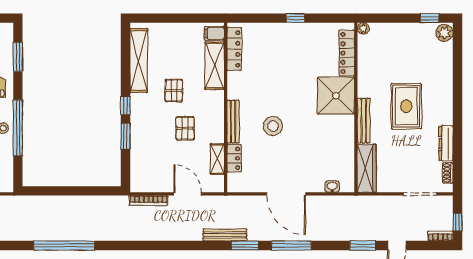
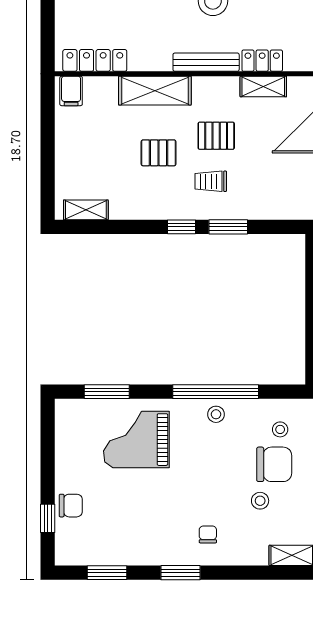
shelving: (139, 60) -> (86, 210), width x0.45, depth x0.75
shelving: (215, 66) -> (155, 91), moved
trolley: (155, 125) -> (211, 181), added

